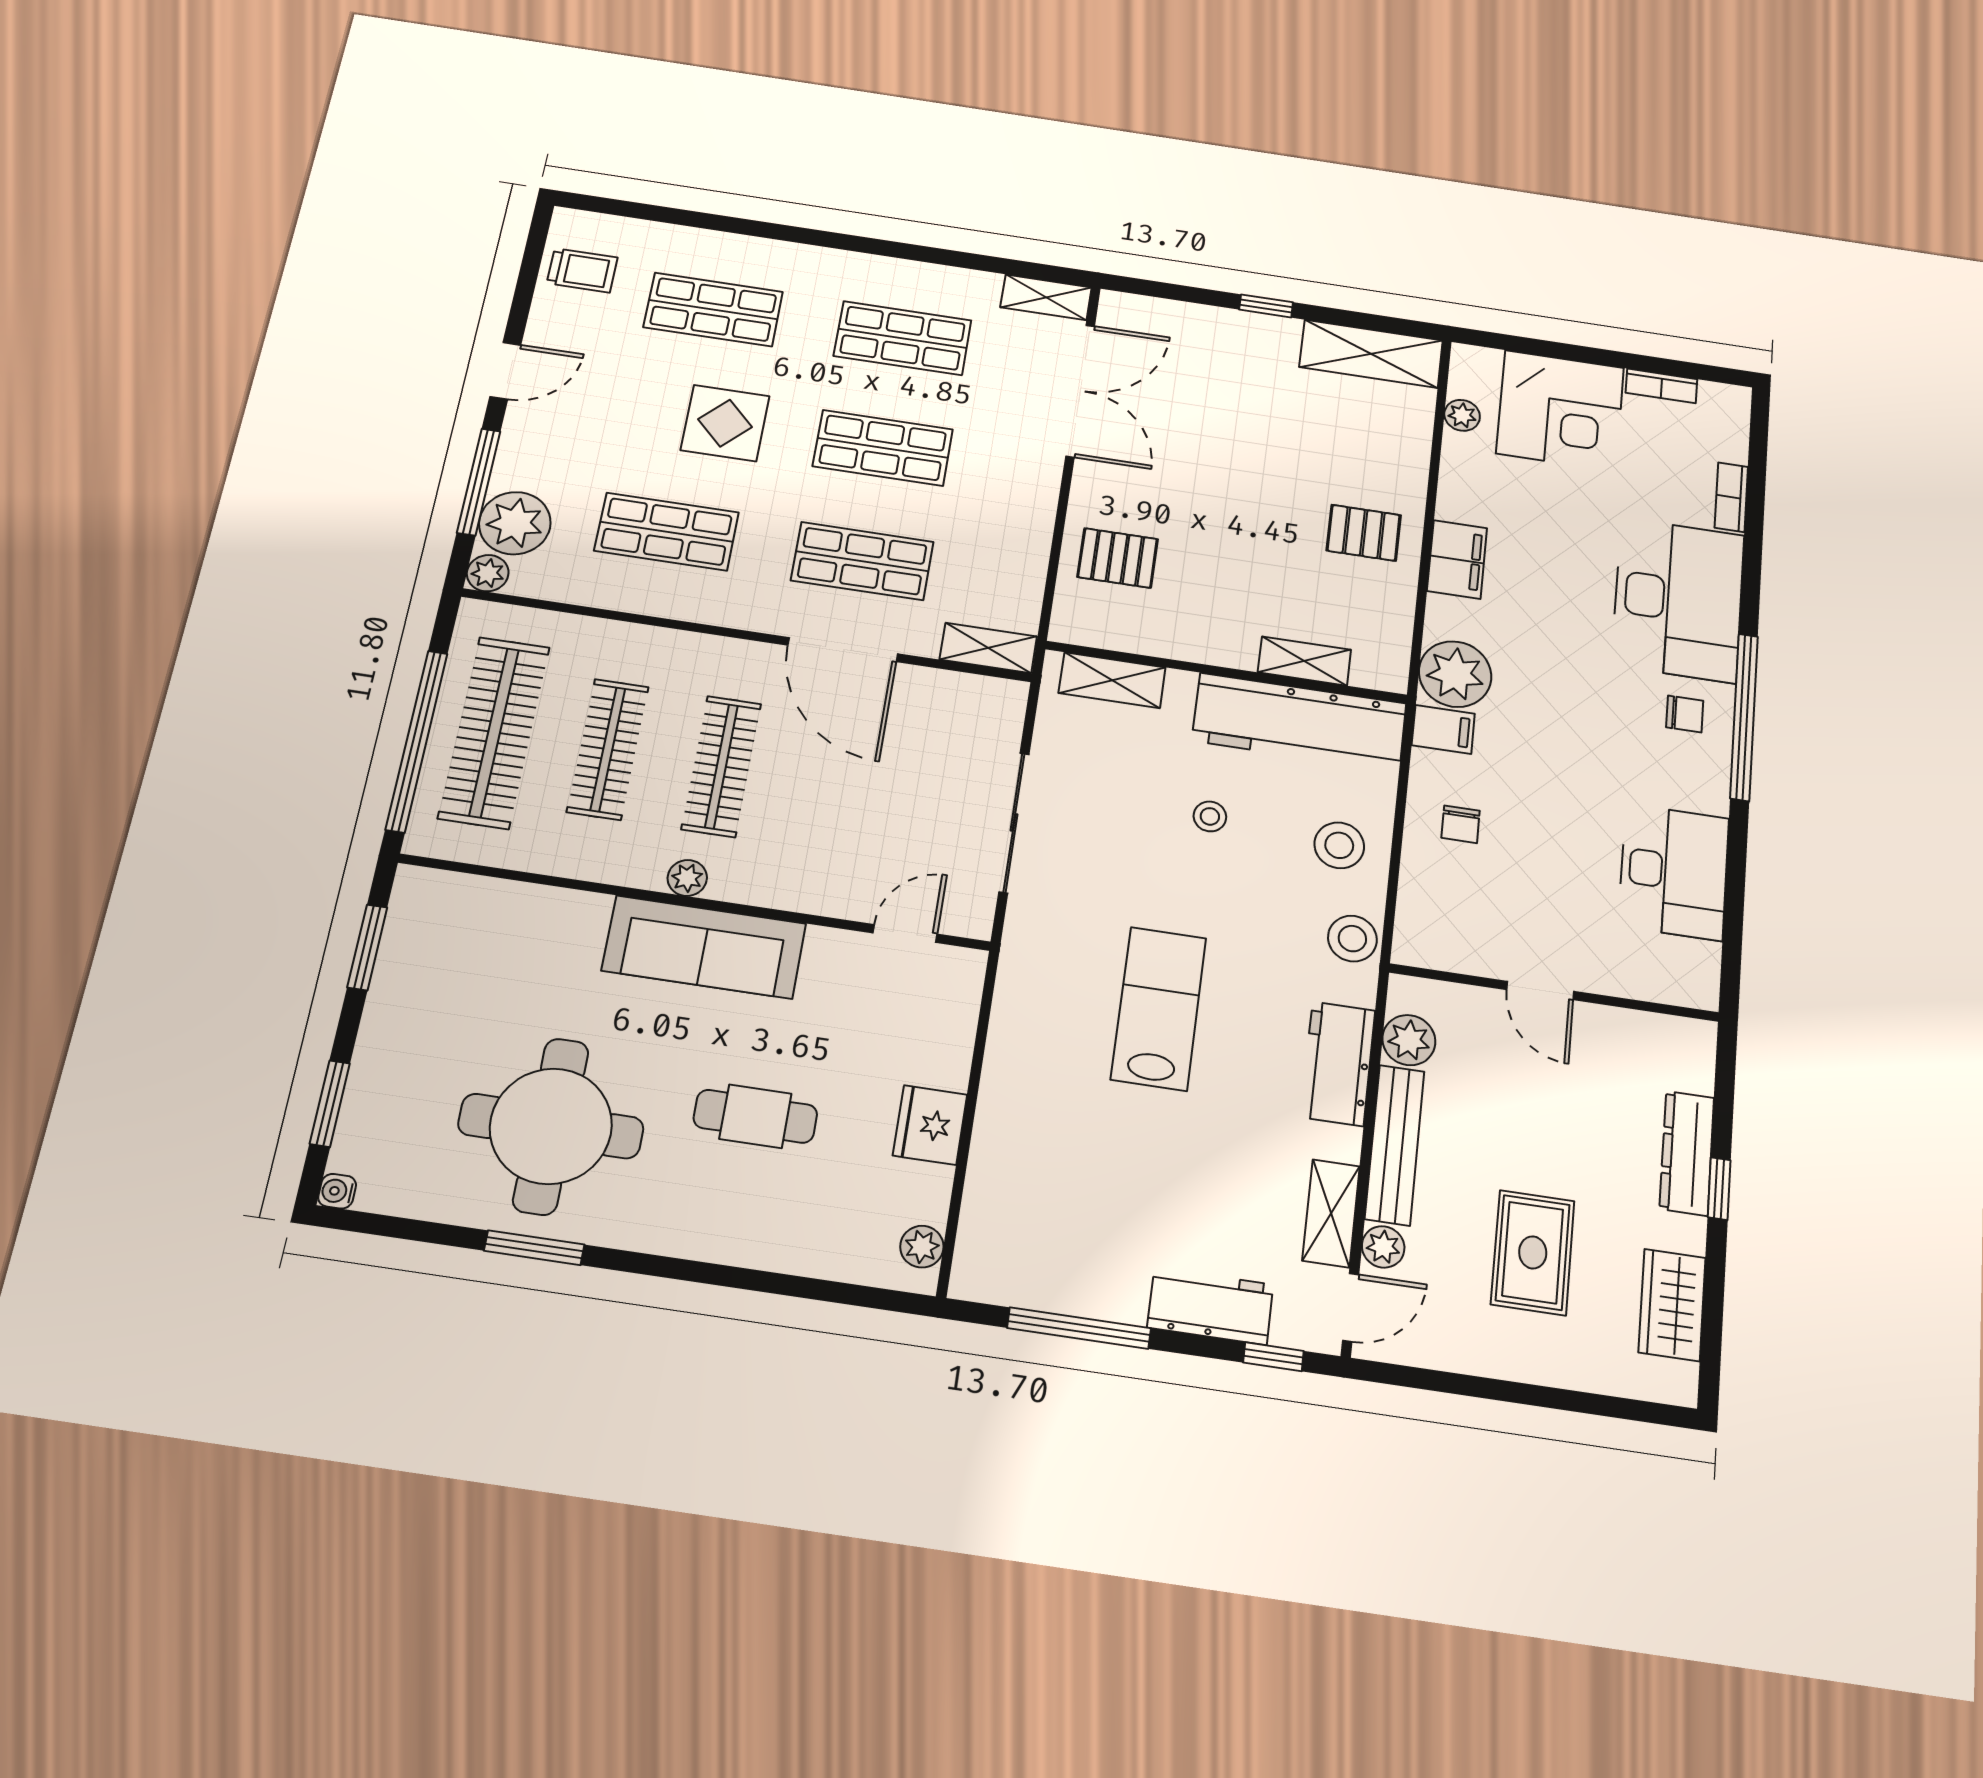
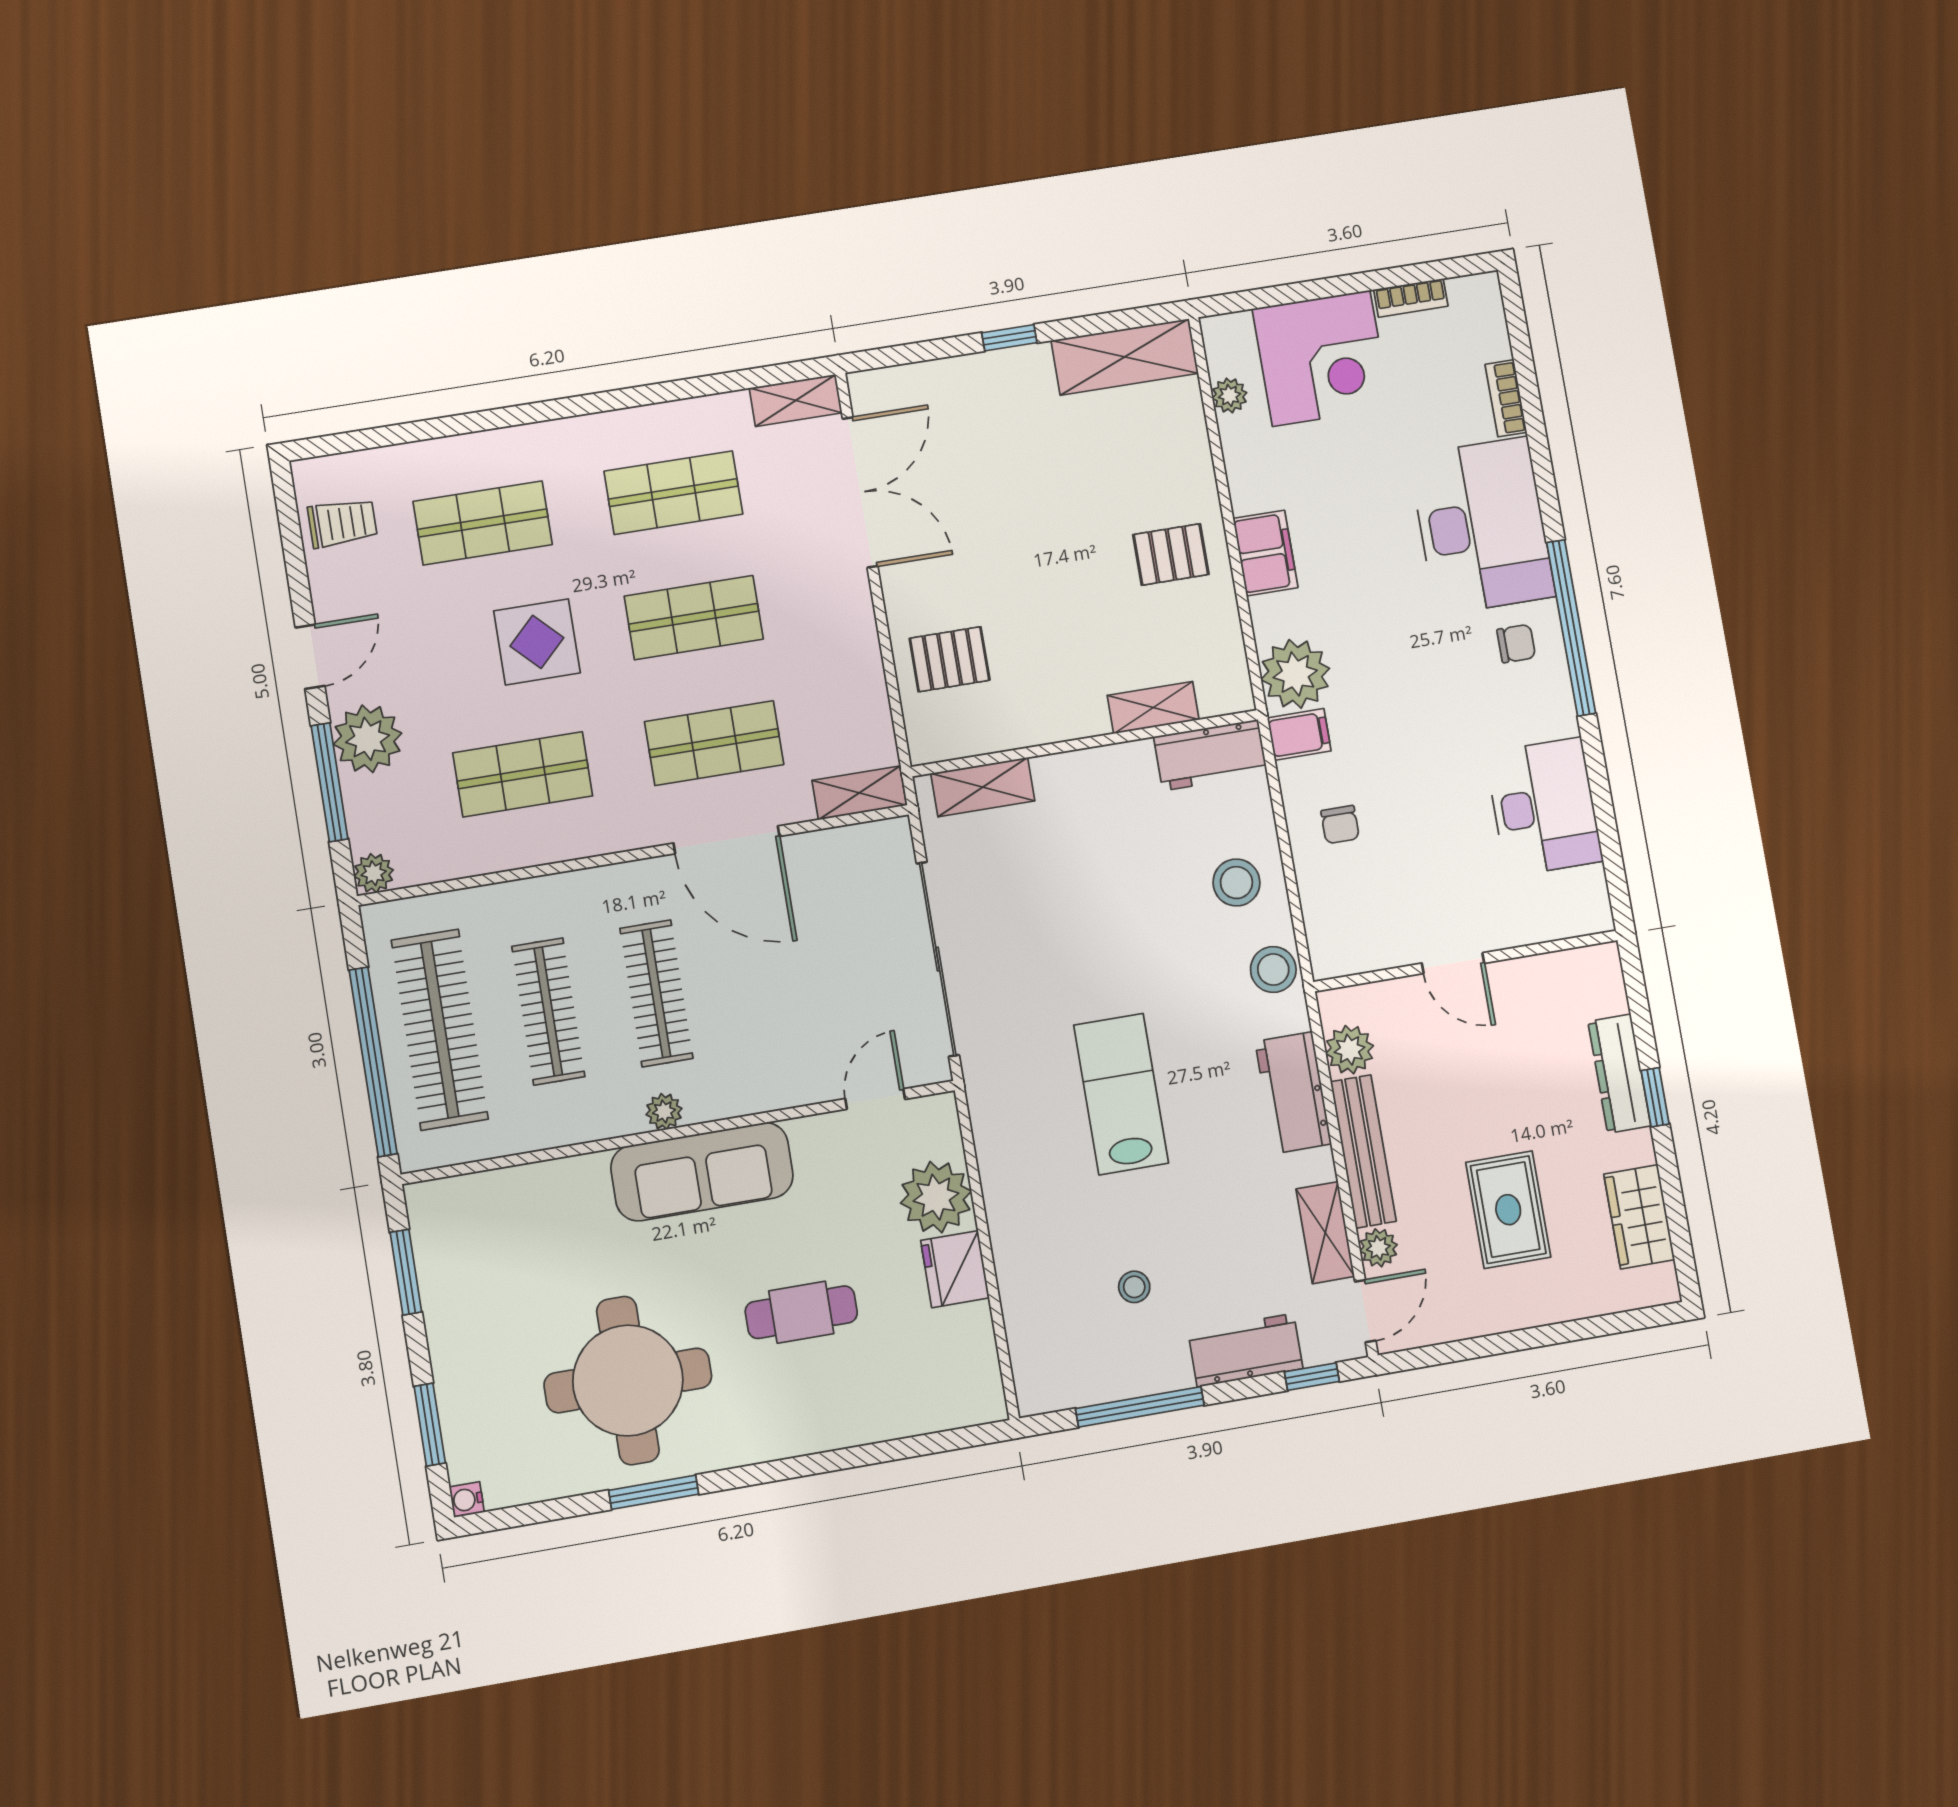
plant: (515, 523) -> (368, 739), moved
workbench: (1299, 722) -> (1210, 755), width x0.53, depth x0.76
stool: (1210, 816) -> (1134, 1287), moved
sliding door: (1014, 822) -> (938, 959), width x1.36
plant: (922, 1247) -> (936, 1197), moved, width x1.88, depth x1.88

